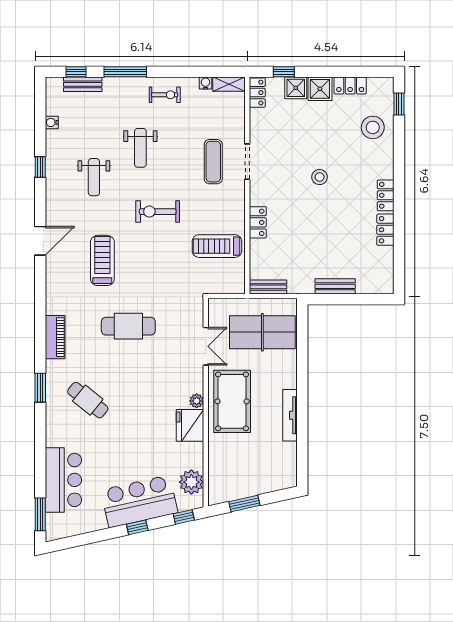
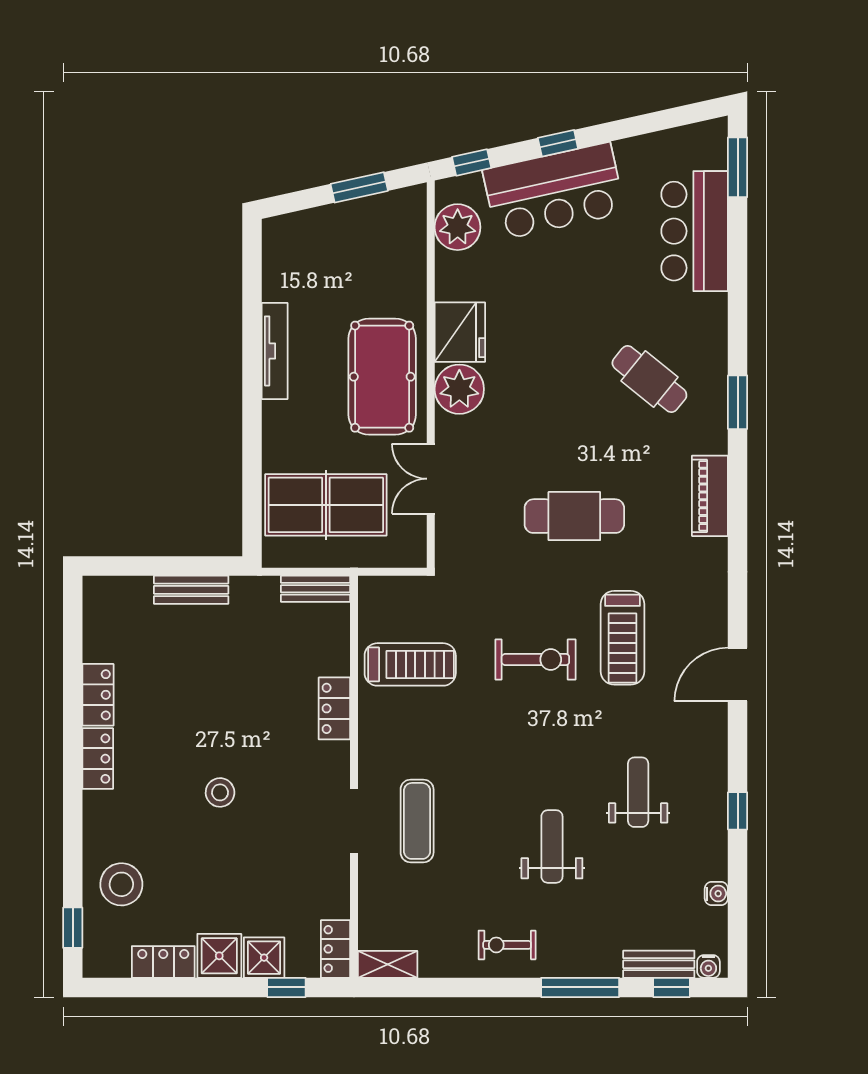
water cooler: (205, 83) -> (708, 966), moved
exercise bike: (158, 212) -> (535, 660), moved
plant: (197, 401) -> (459, 389), width x1.88, depth x1.88

